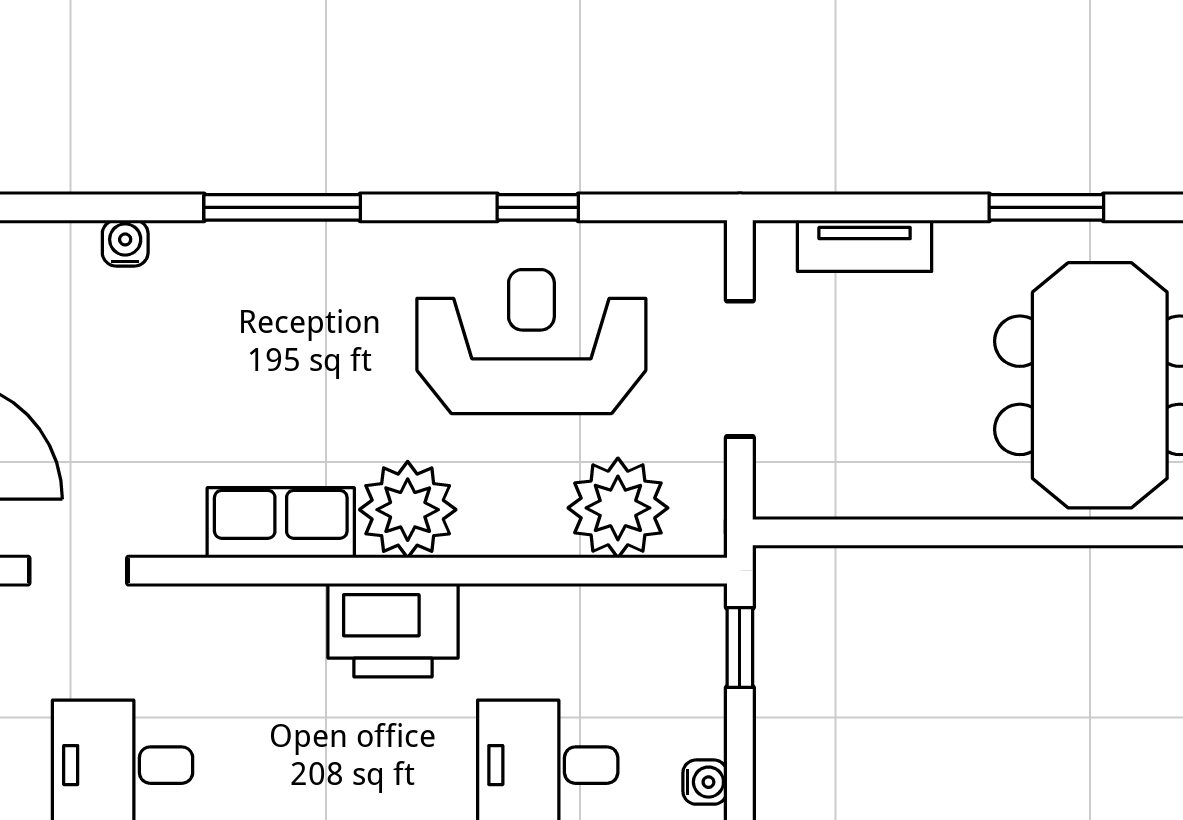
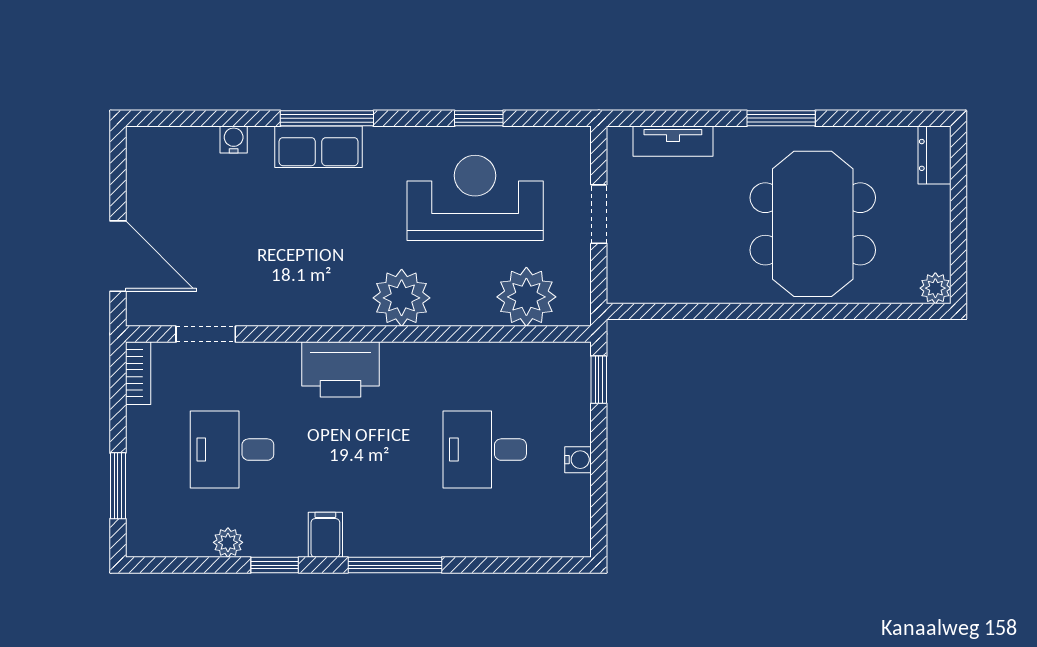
doorway: (740, 369) -> (599, 214), width x0.73
row of seats: (281, 523) -> (319, 147), moved, turned 180
printer: (393, 630) -> (340, 369), moved

